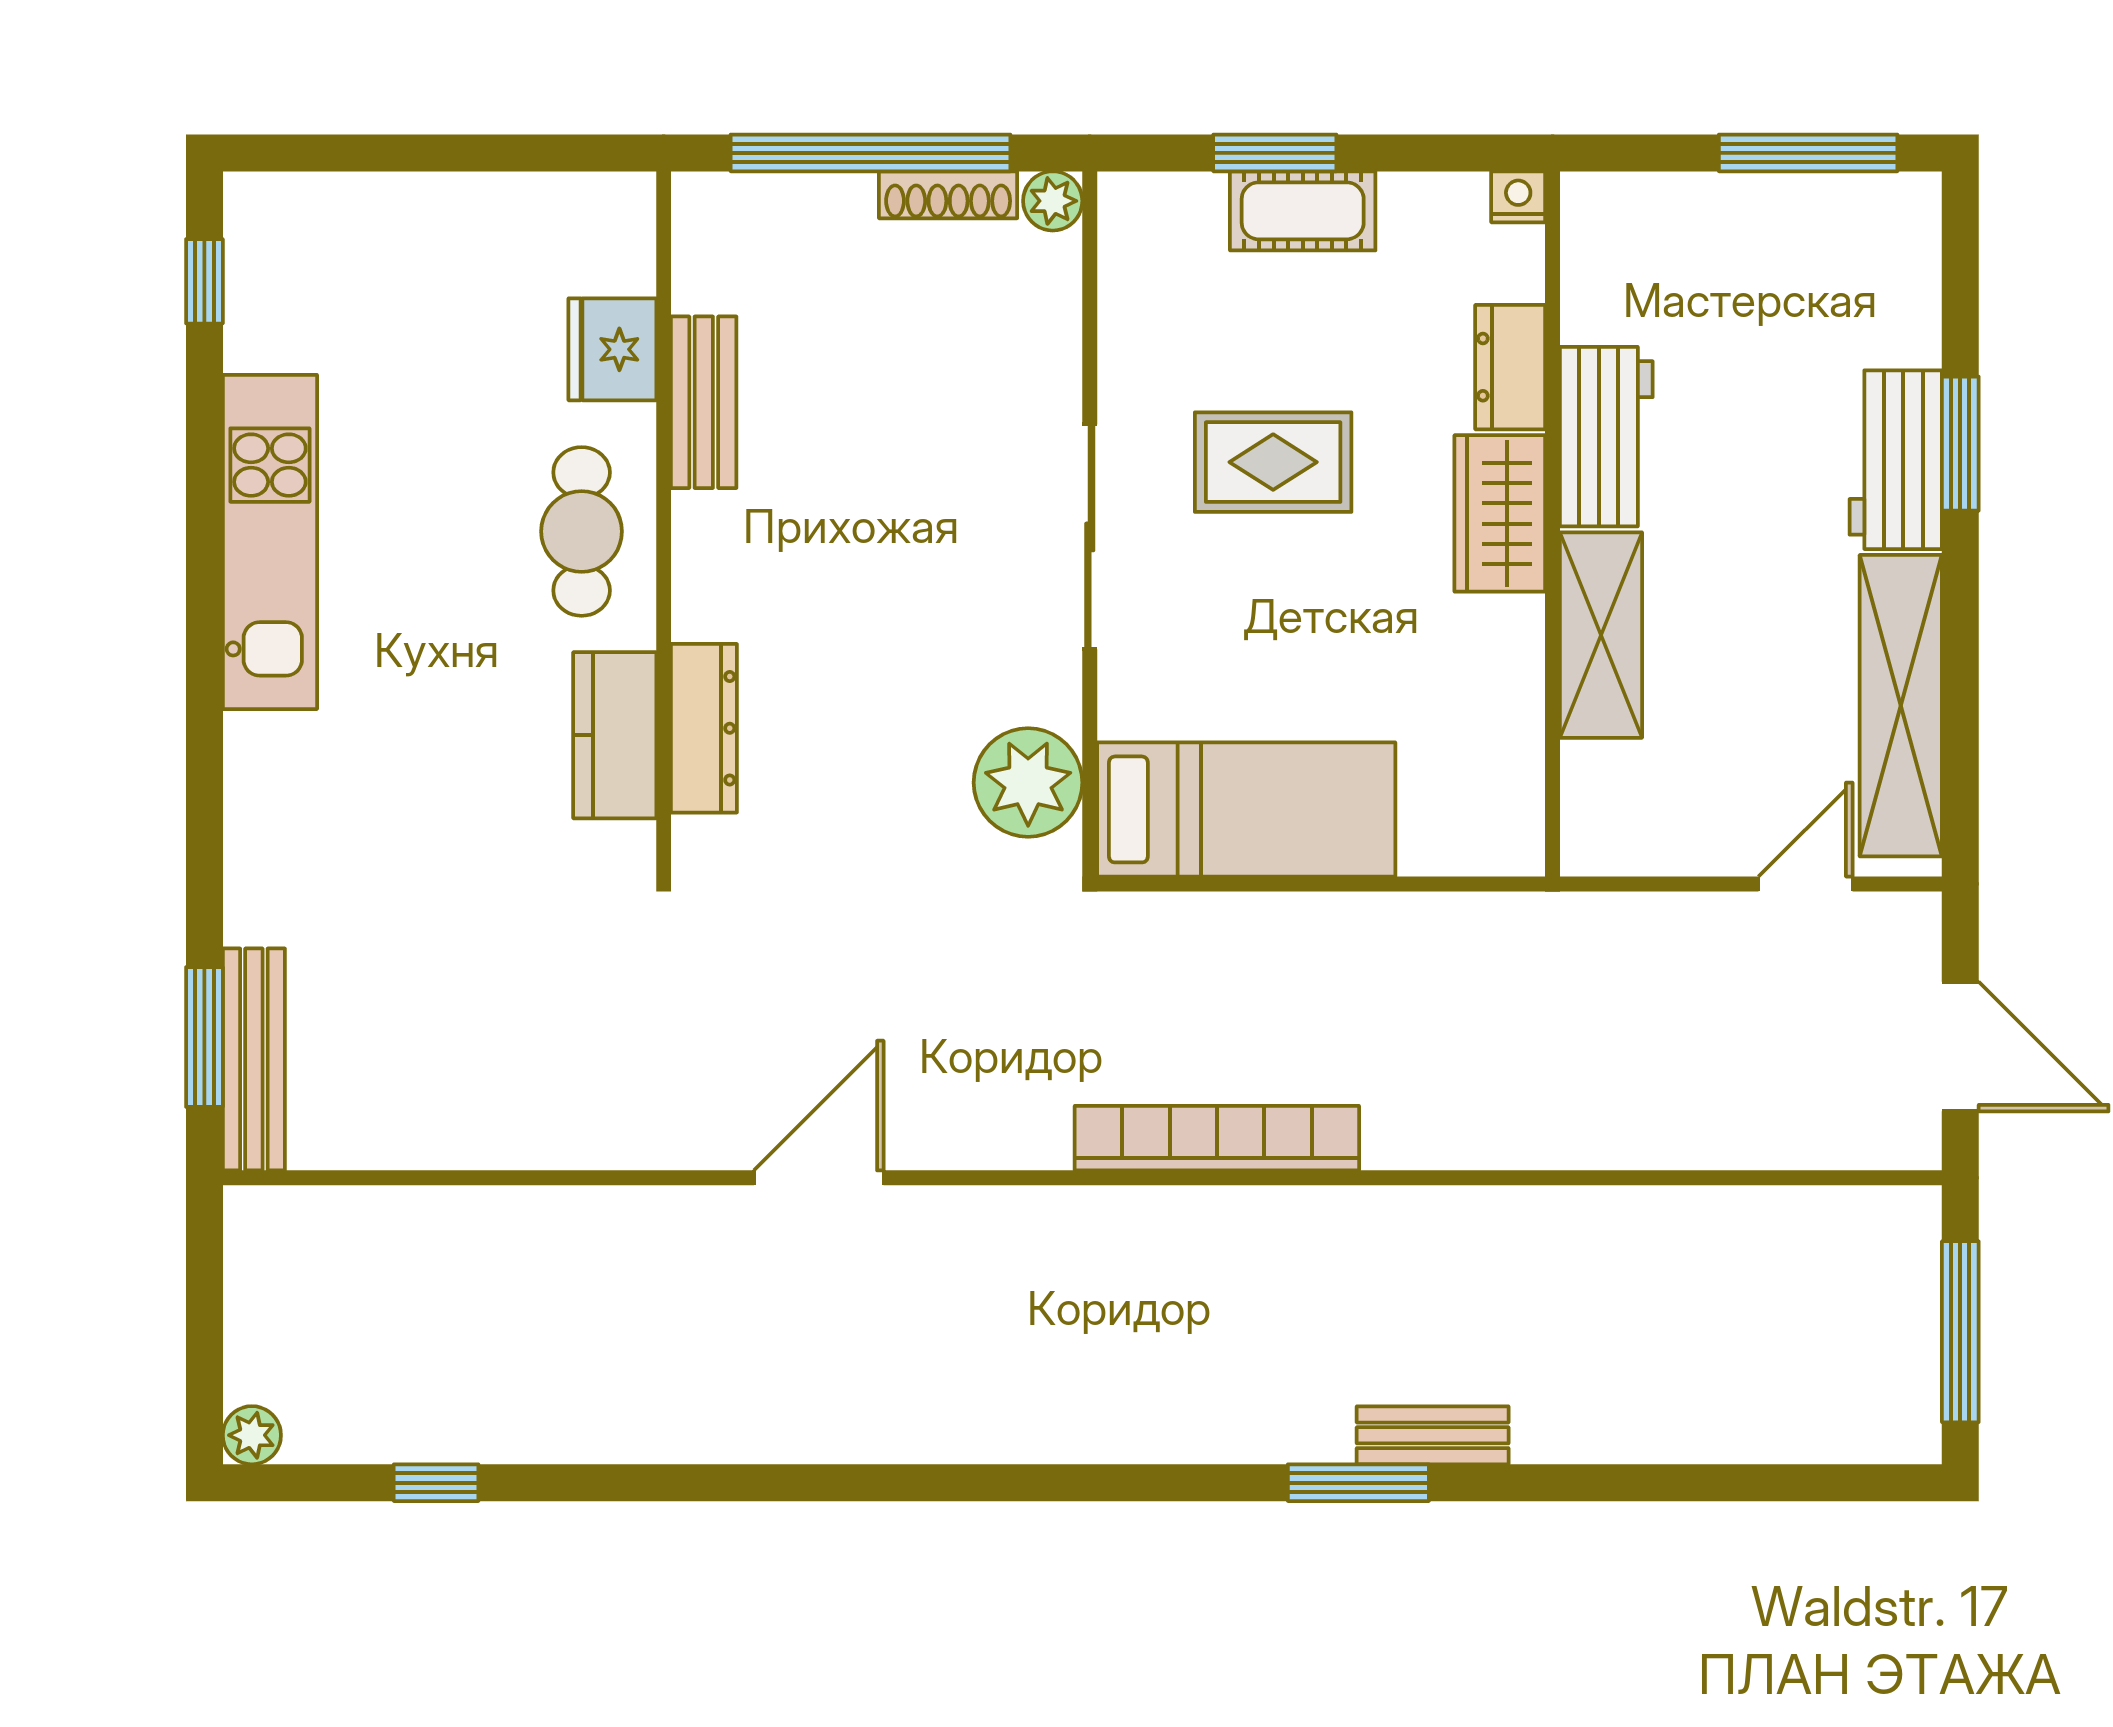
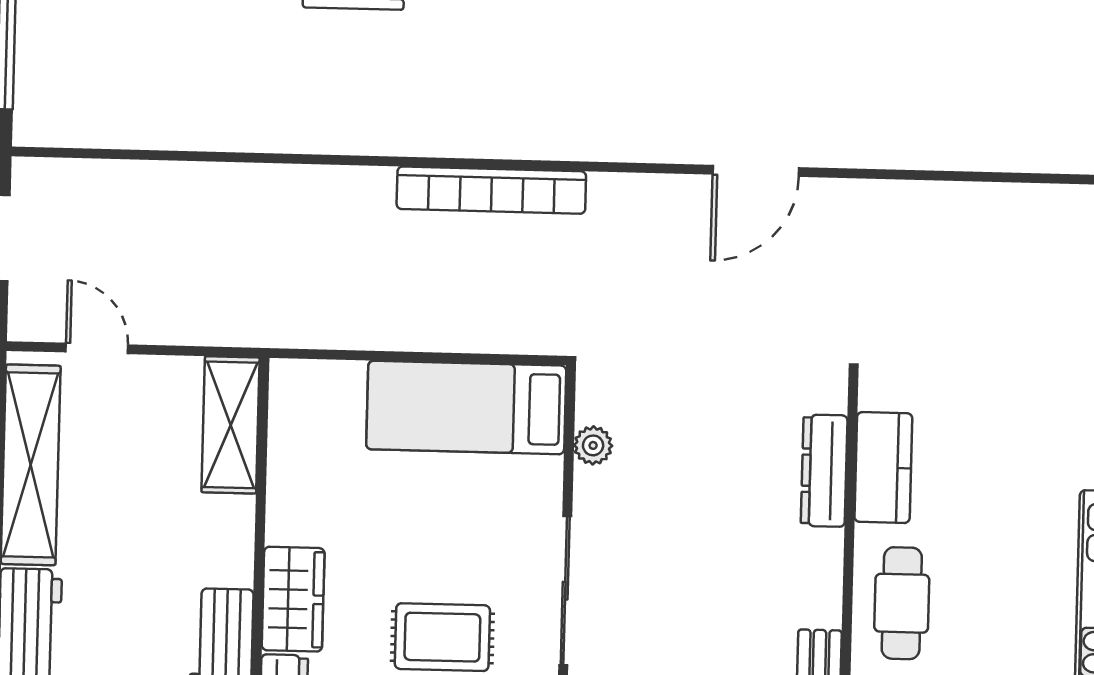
shelving: (1601, 635) -> (231, 425), moved
plant: (1028, 783) -> (593, 445), width x0.53, depth x0.53
door: (1805, 884) -> (97, 348), swing flipped

